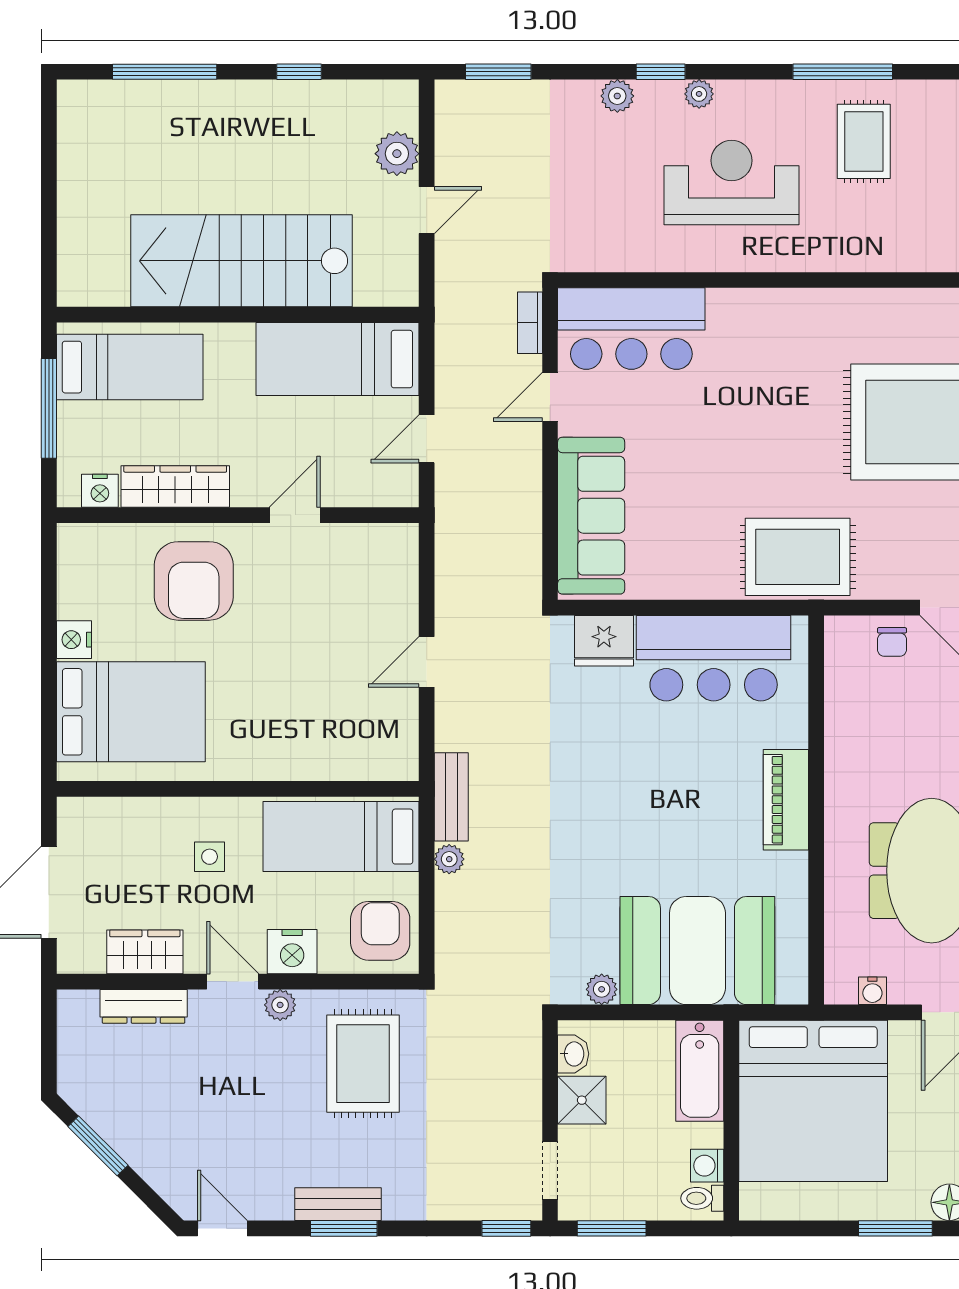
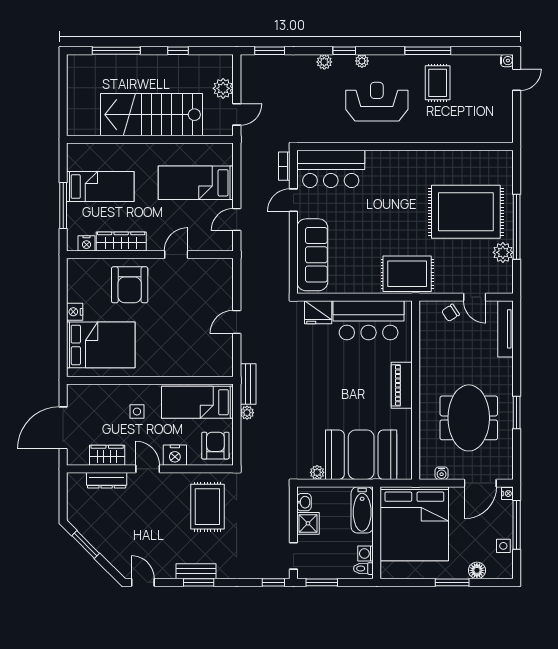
stairs: (241, 261) -> (152, 115), moved
wall: (238, 315) -> (150, 139), moved
chair: (892, 642) -> (451, 313), turned 57
plant: (280, 1005) -> (169, 480), removed

